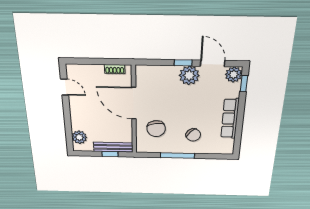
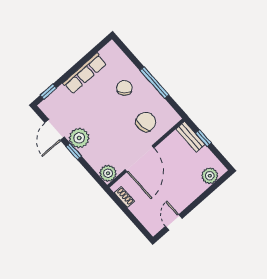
plant: (234, 74) -> (108, 173), moved
bench: (113, 147) -> (191, 137), width x0.73

